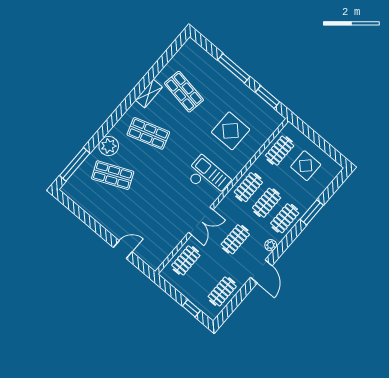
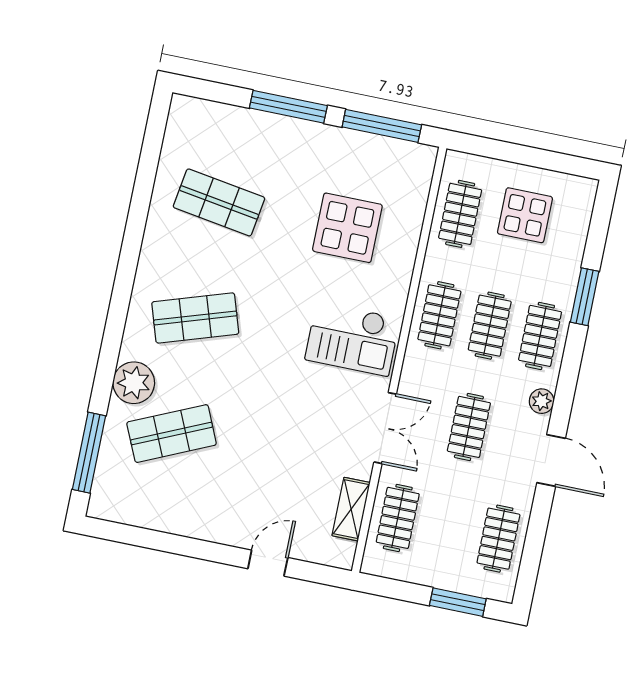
shelving: (149, 94) -> (351, 509), moved
window: (267, 97) -> (382, 126), width x1.44
checkout: (208, 177) -> (352, 339), turned 180
window: (191, 308) -> (458, 602), width x1.50

